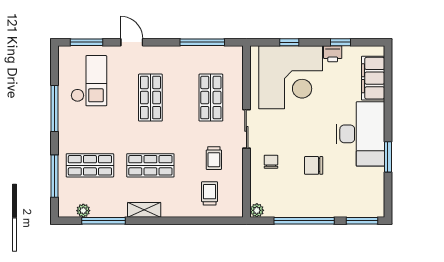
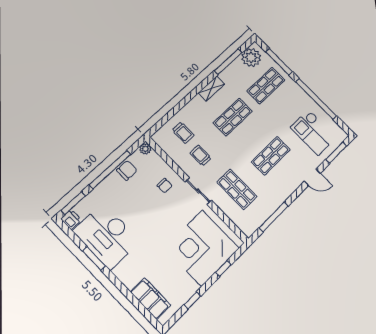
printer: (333, 54) -> (71, 219), moved, turned 90
shop shelf: (150, 98) -> (271, 156), turned 90
window: (54, 108) -> (316, 99), width x1.46
desk: (360, 134) -> (107, 236), moved
chair: (314, 165) -> (127, 170), moved
plant: (83, 211) -> (251, 57), width x1.87, depth x1.87

